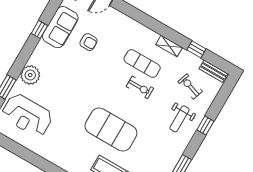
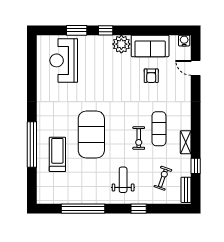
window: (39, 29) -> (106, 30), moved
plant: (30, 75) -> (121, 44), moved
weight bench: (180, 119) -> (123, 180), moved, turned 90

